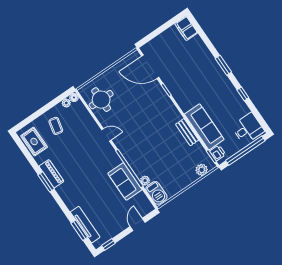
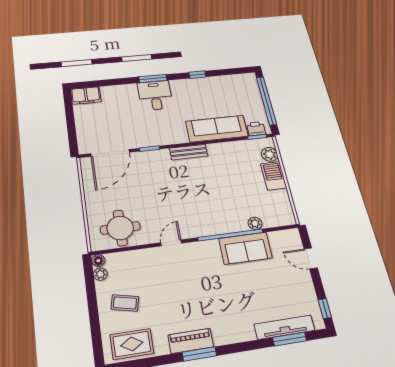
desk: (248, 129) -> (155, 95), moved
bench: (187, 132) -> (189, 152), moved
barbecue: (156, 193) -> (274, 176), moved, turned -90

